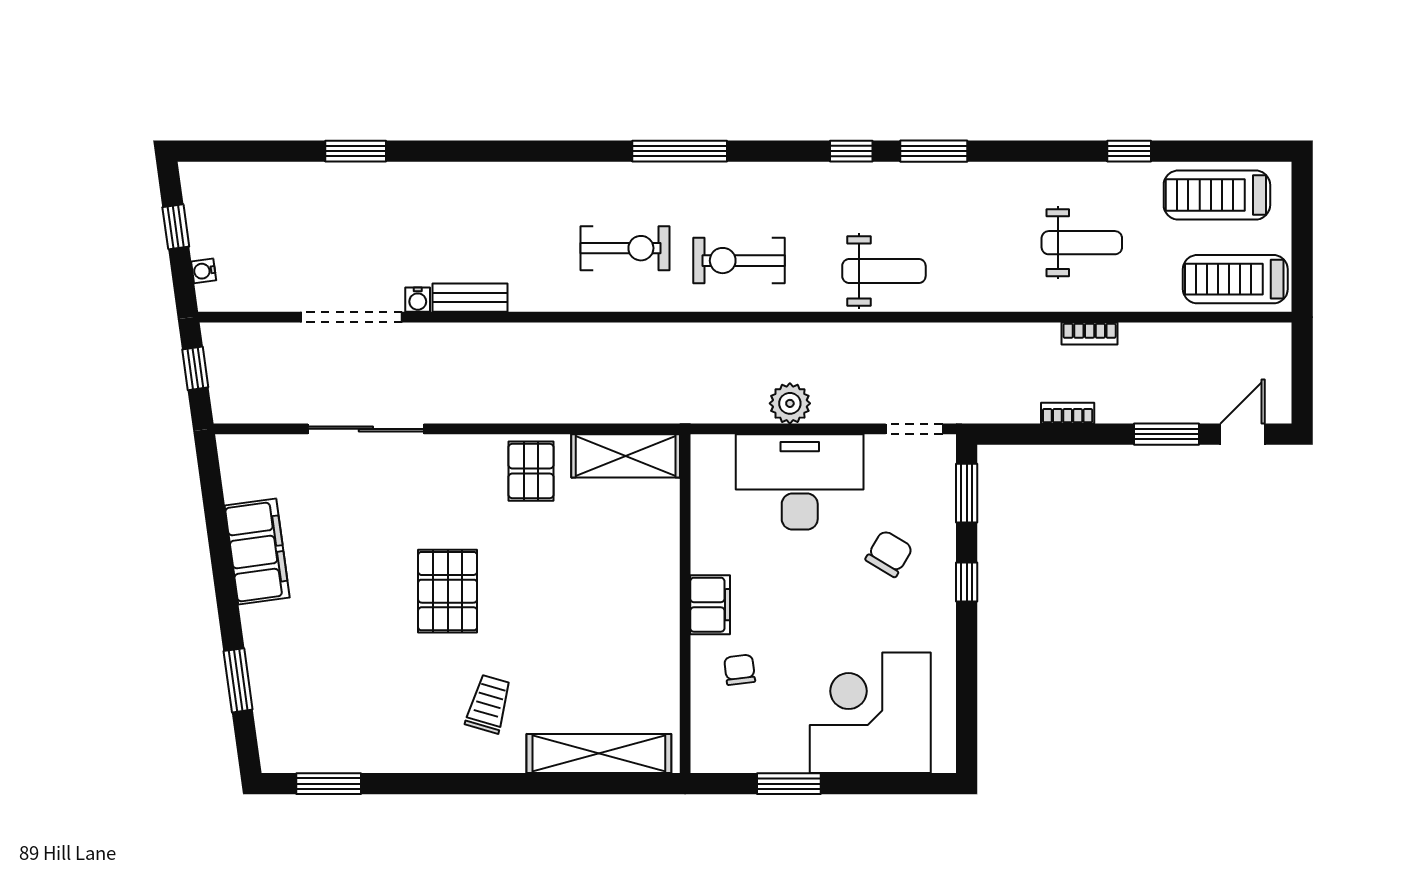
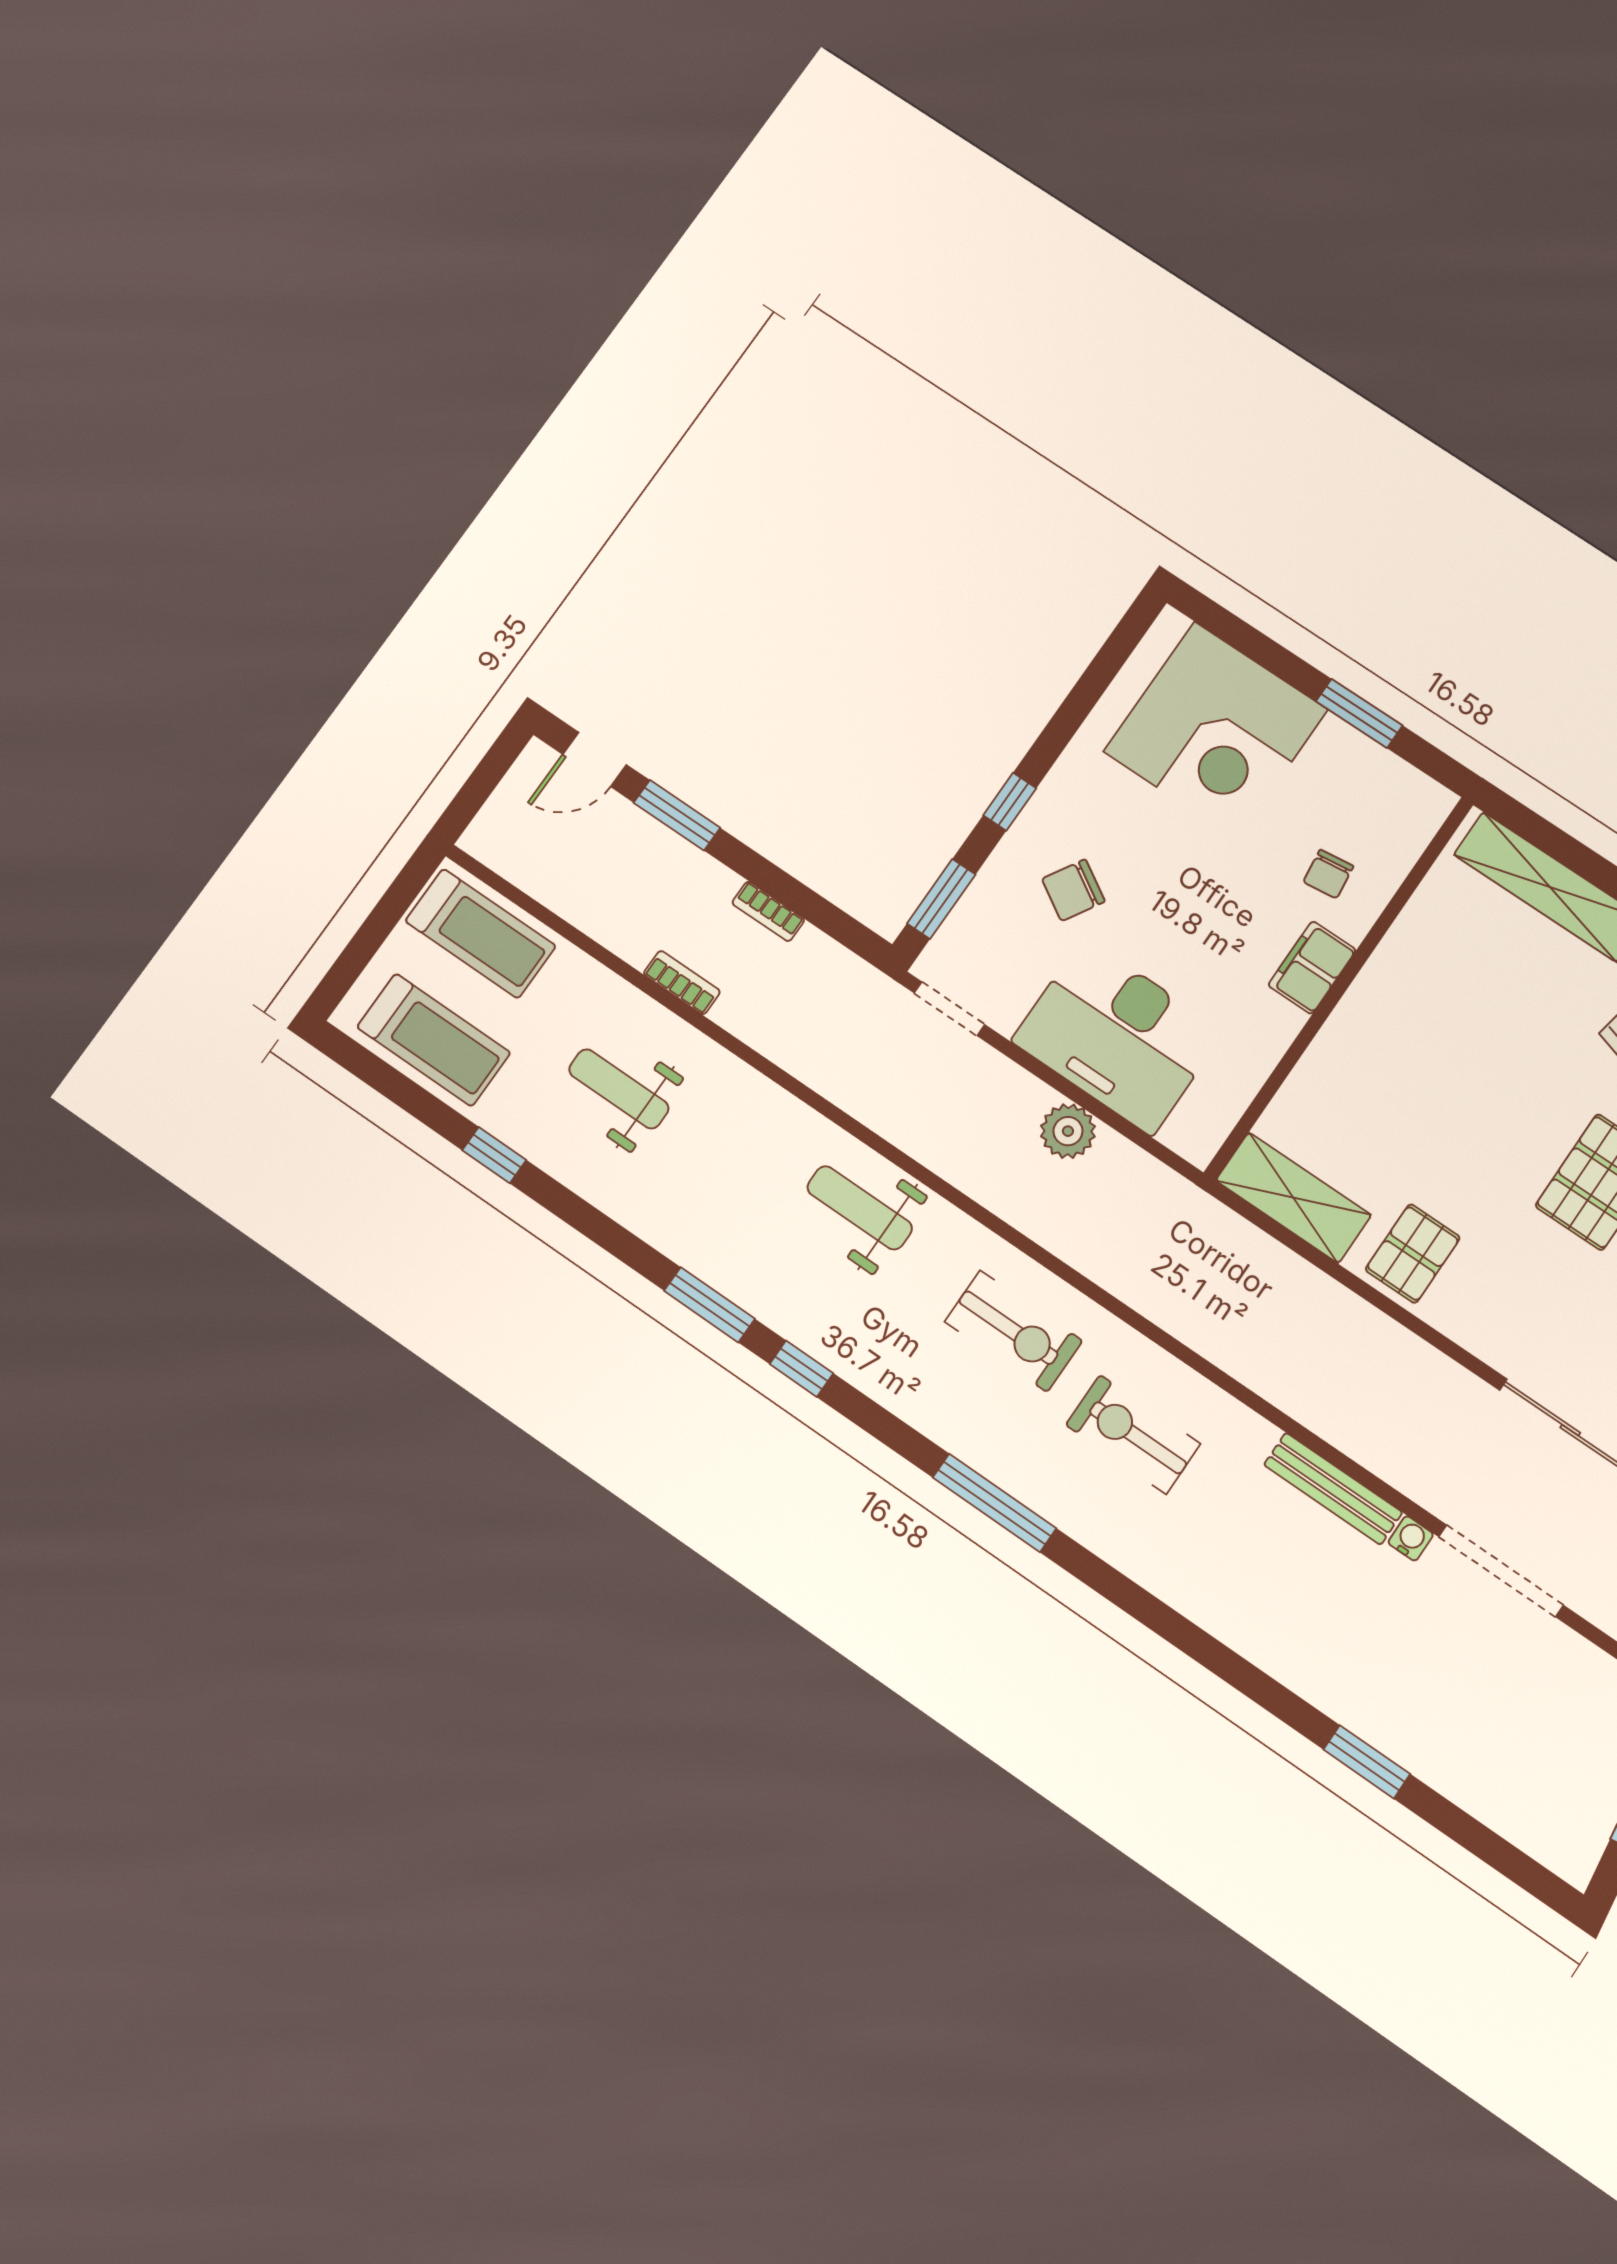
bench: (470, 298) -> (1333, 1489), width x1.36

